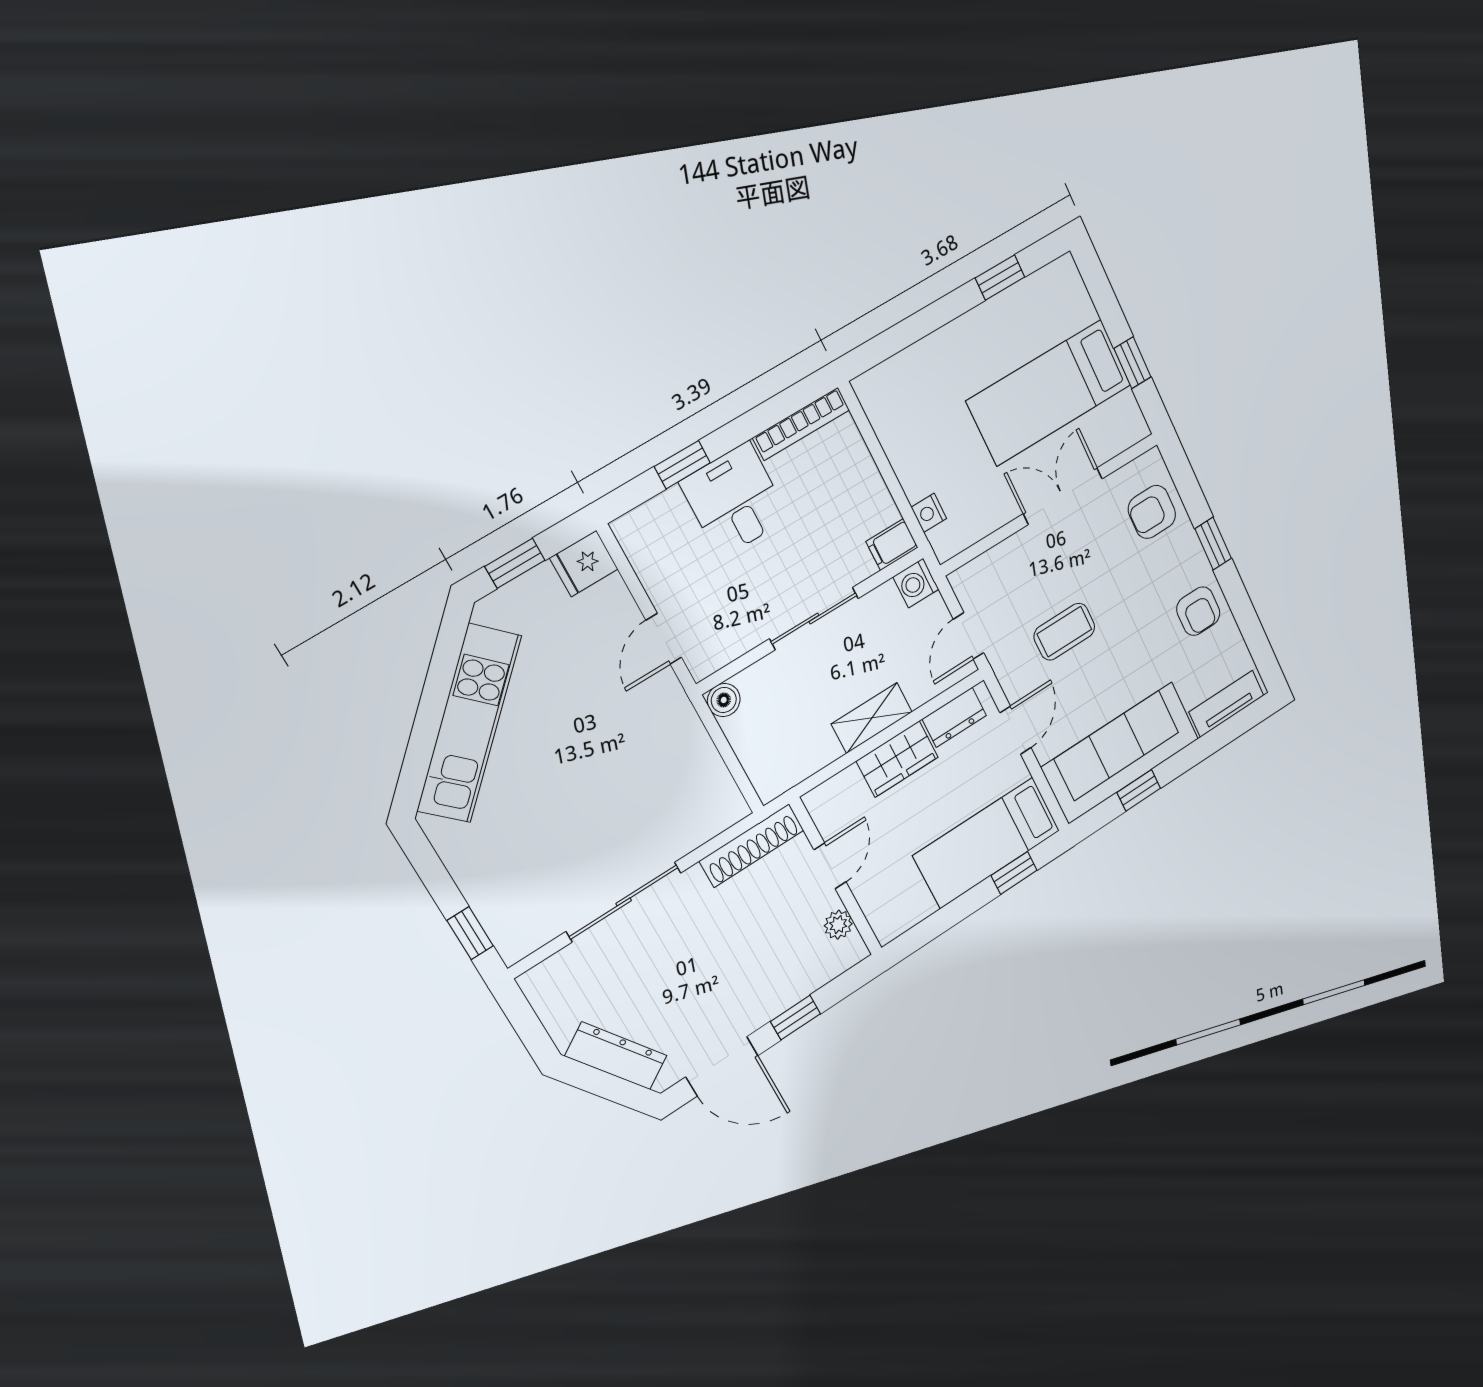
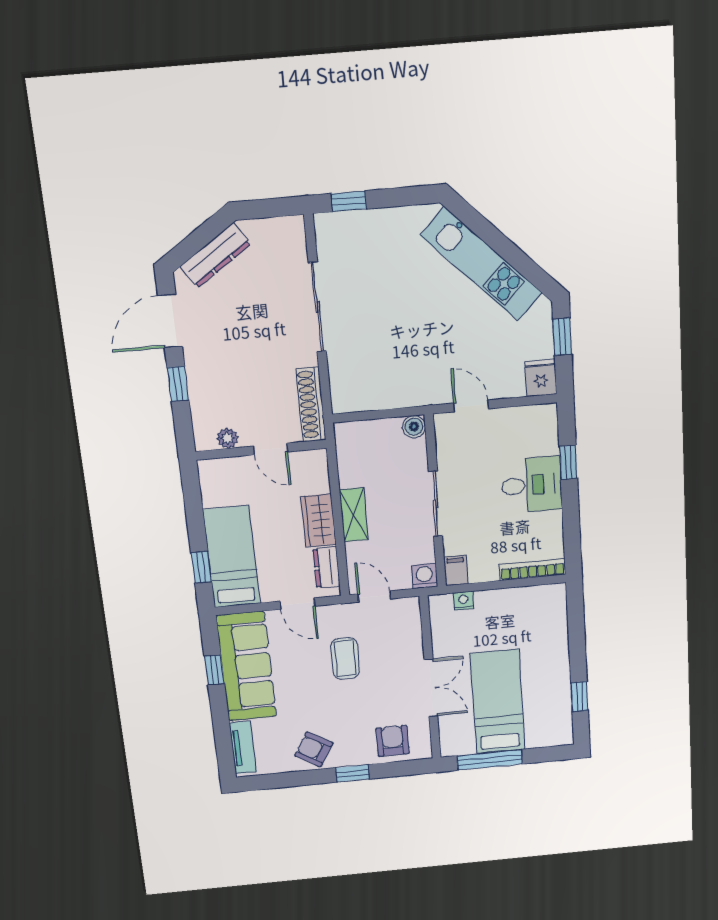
window: (1133, 363) -> (490, 760), width x2.17
bookcase: (801, 424) -> (533, 570), moved, turned 90
armchair: (1198, 611) -> (314, 749), turned 31

